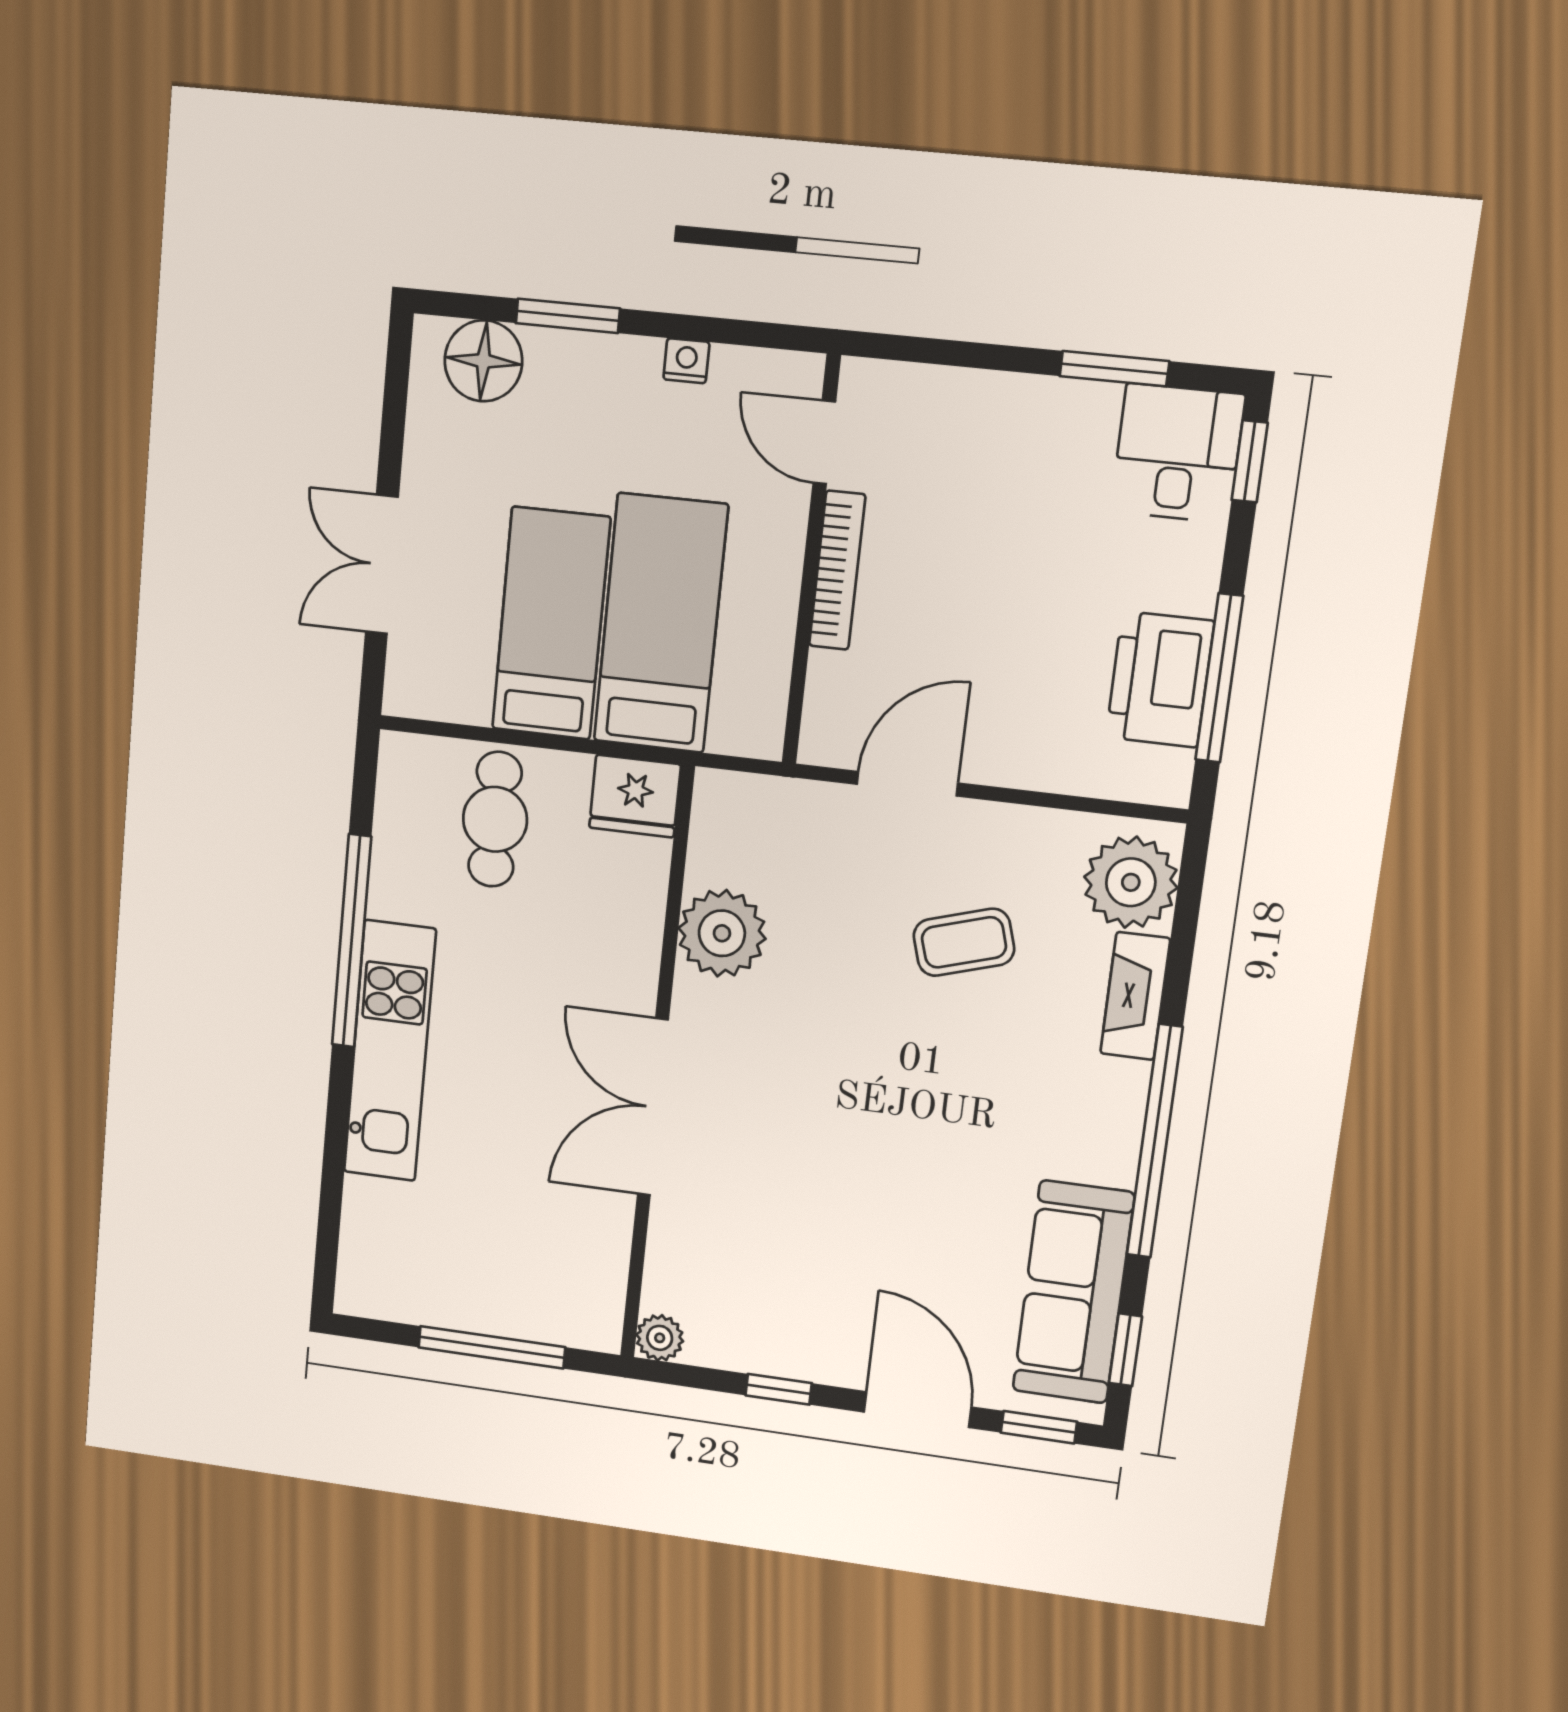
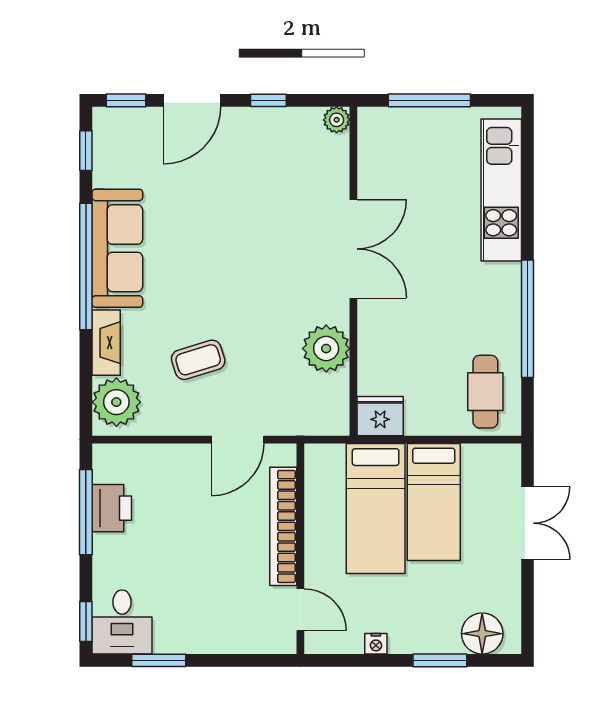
bookcase: (837, 570) -> (283, 526), width x1.48, depth x1.31
printer: (1160, 679) -> (112, 508), width x0.73, depth x0.84
cafe table: (495, 819) -> (485, 392), moved
kitchen unit: (390, 1051) -> (501, 190), moved
sofa: (1073, 1292) -> (117, 248), moved
door: (918, 1410) -> (192, 100), hinge flipped

